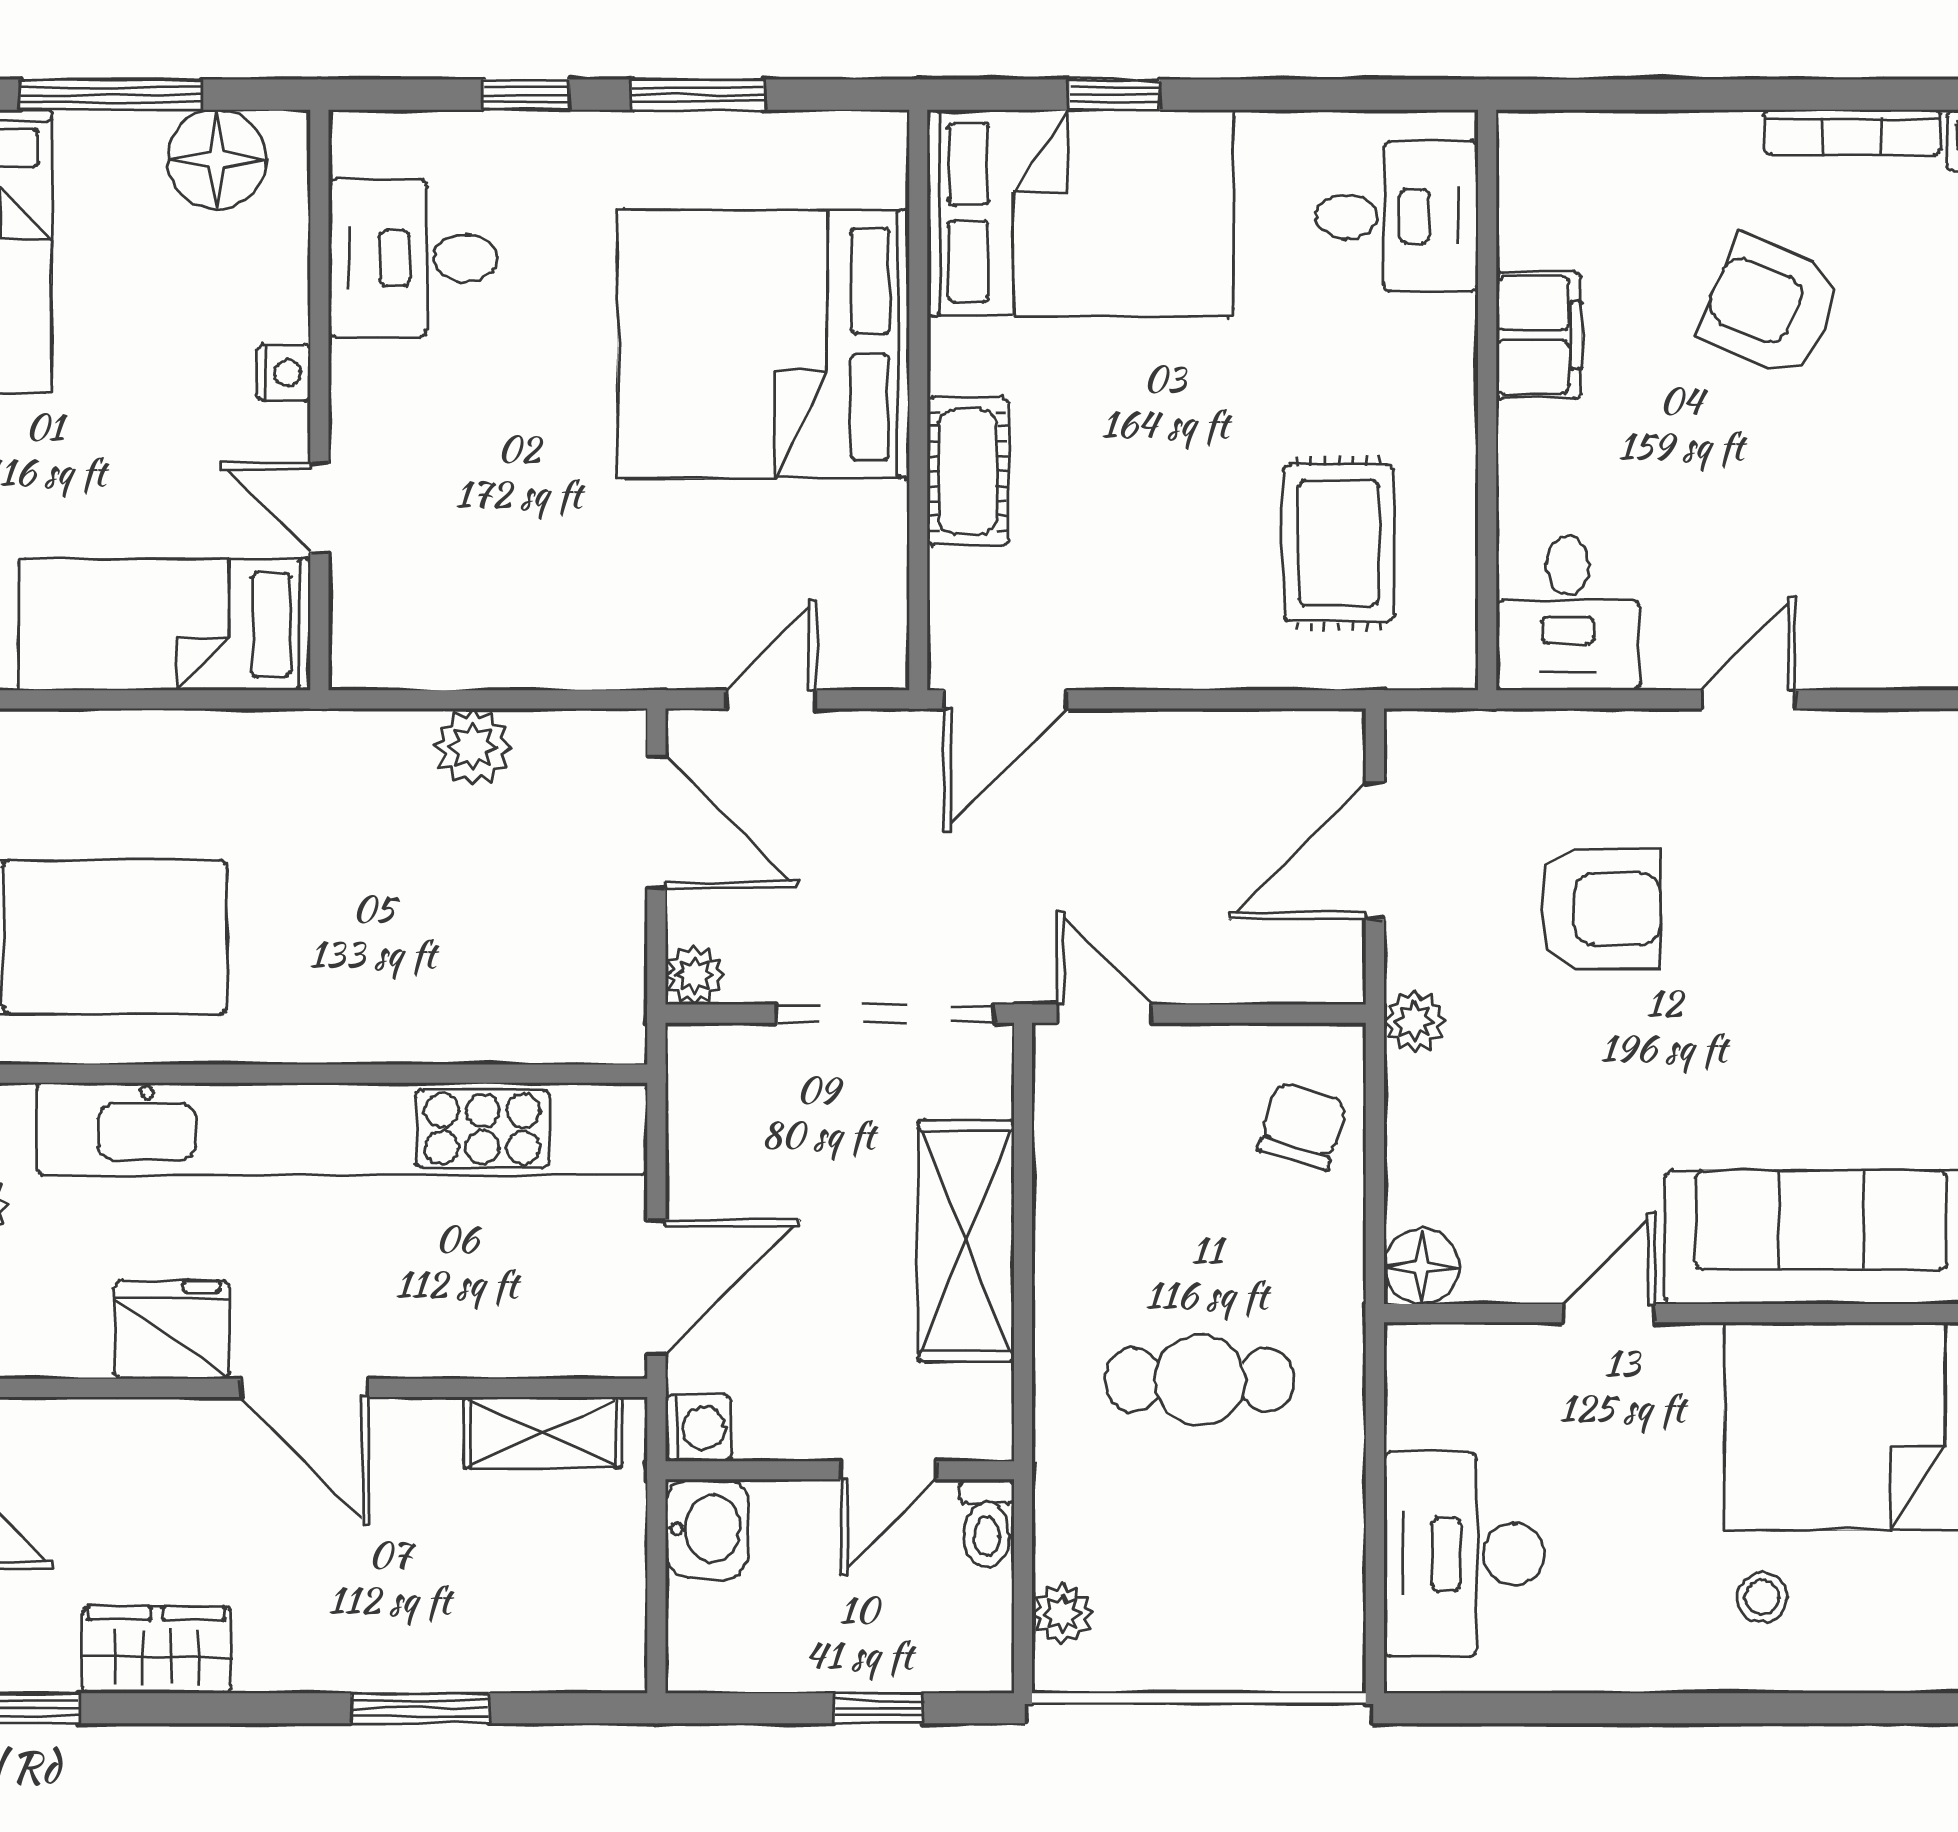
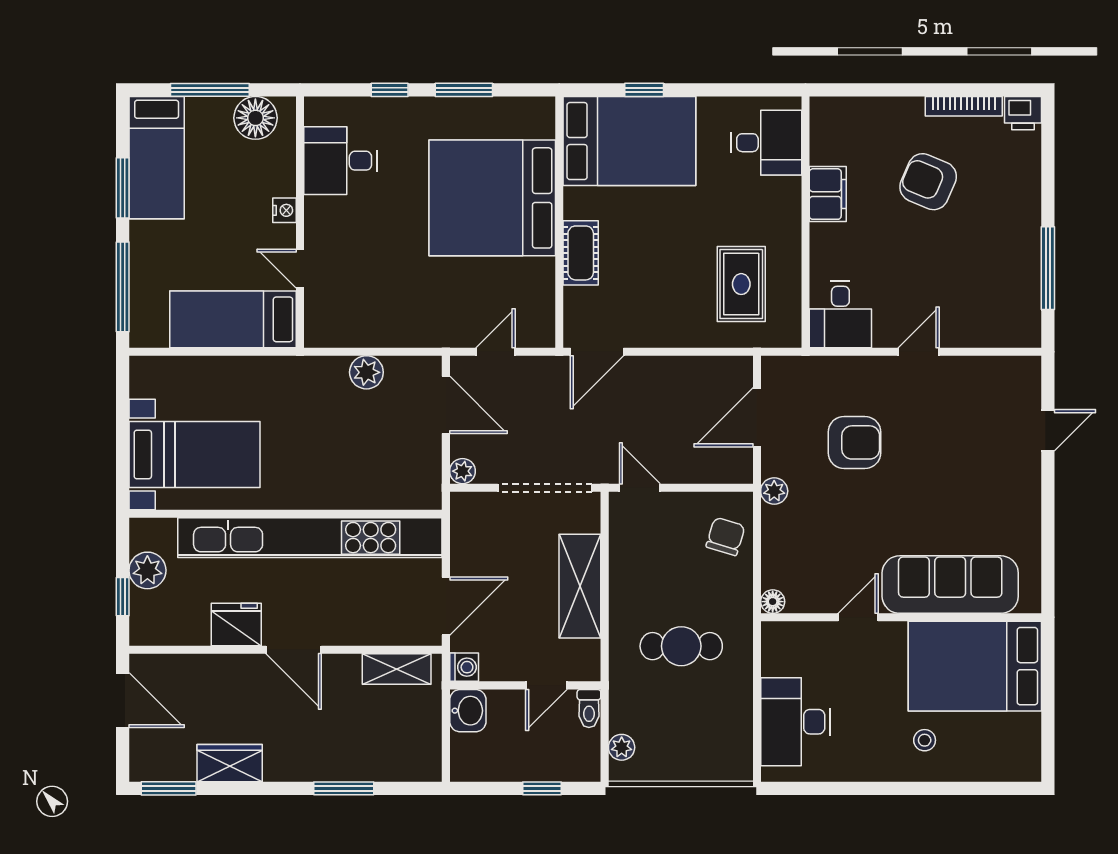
floor lamp: (1421, 1266) -> (773, 602), width x0.73, depth x0.73

